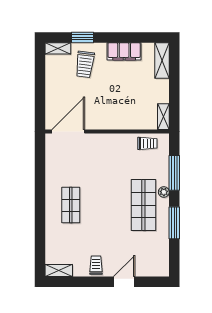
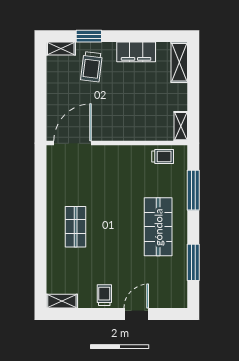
plant: (164, 192) -> (181, 212), removed
window: (174, 223) -> (193, 262), moved

